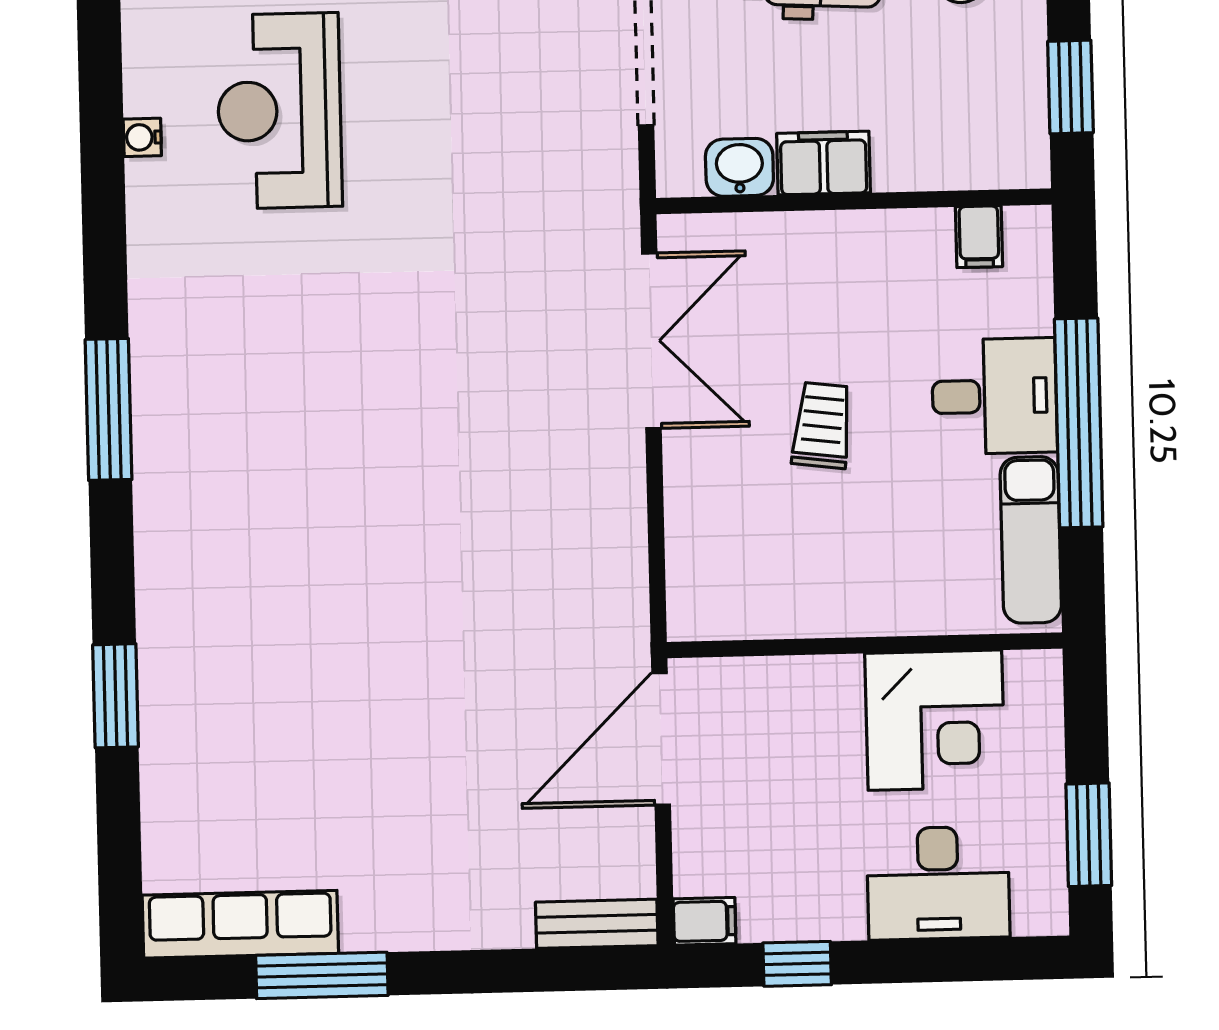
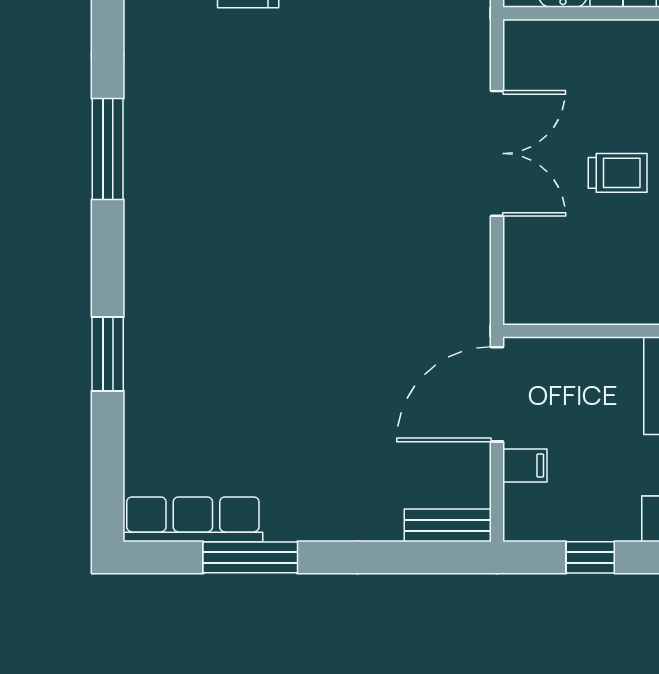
double door: (651, 341) -> (497, 153), moved
trolley: (822, 425) -> (618, 173), turned 83
filing cabinet: (705, 921) -> (525, 466), moved

